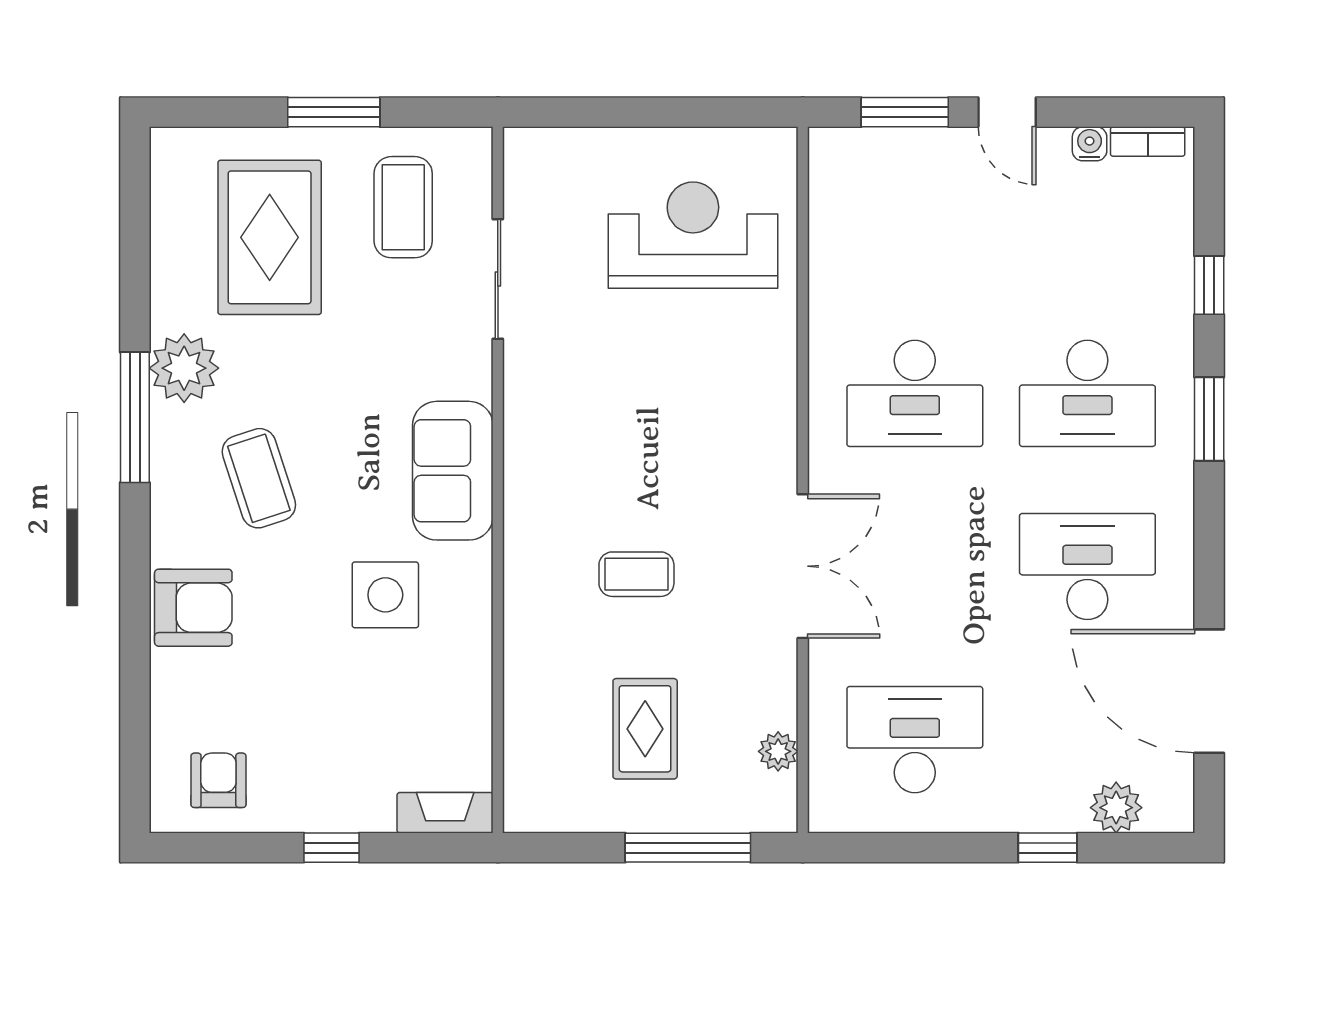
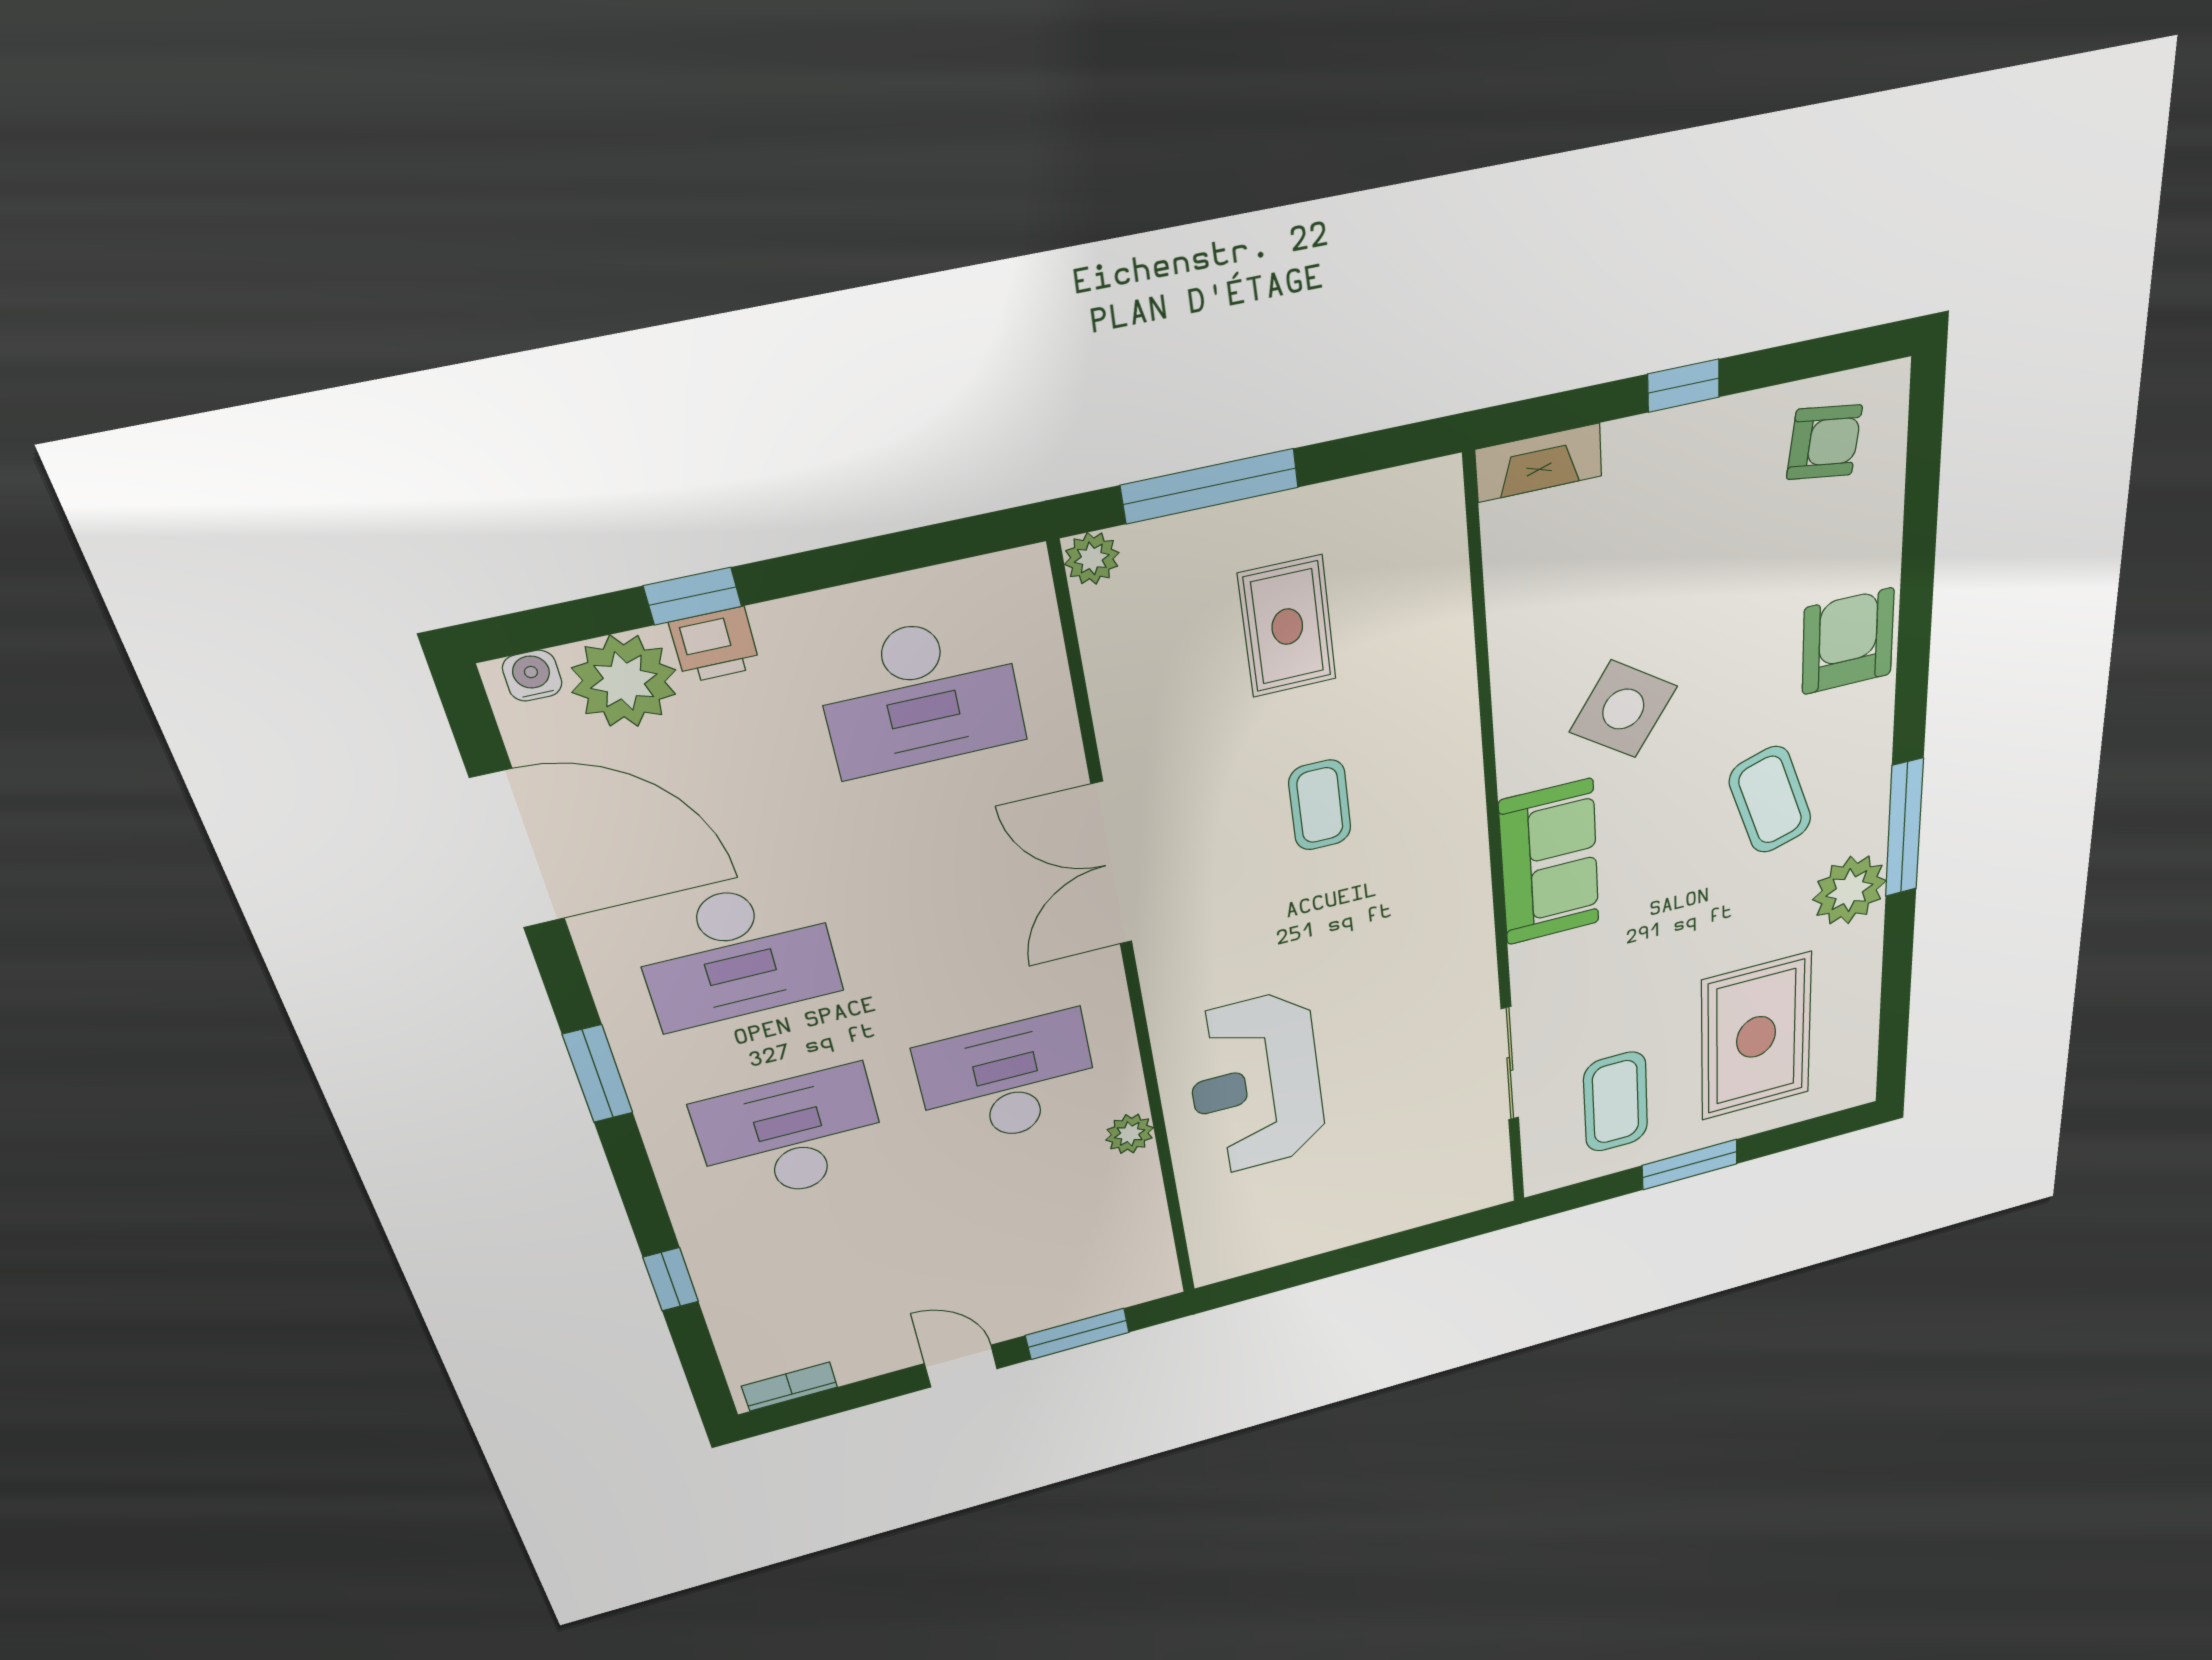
water cooler: (1090, 144) -> (532, 676), moved, turned 180
reception desk: (693, 235) -> (1256, 1084), moved, turned 90
plant: (828, 310) -> (1130, 1134), added
window: (1209, 419) -> (598, 1074), moved
coffee table: (636, 574) -> (1320, 805), turned 90
side table: (385, 595) -> (1623, 709), turned 34
armchair: (193, 608) -> (1848, 641), turned 90
plant: (778, 751) -> (1092, 558), moved
armchair: (218, 780) -> (1824, 442), turned -82
plant: (1116, 808) -> (624, 681), width x1.36, depth x1.36
printer: (1042, 810) -> (715, 645), added

